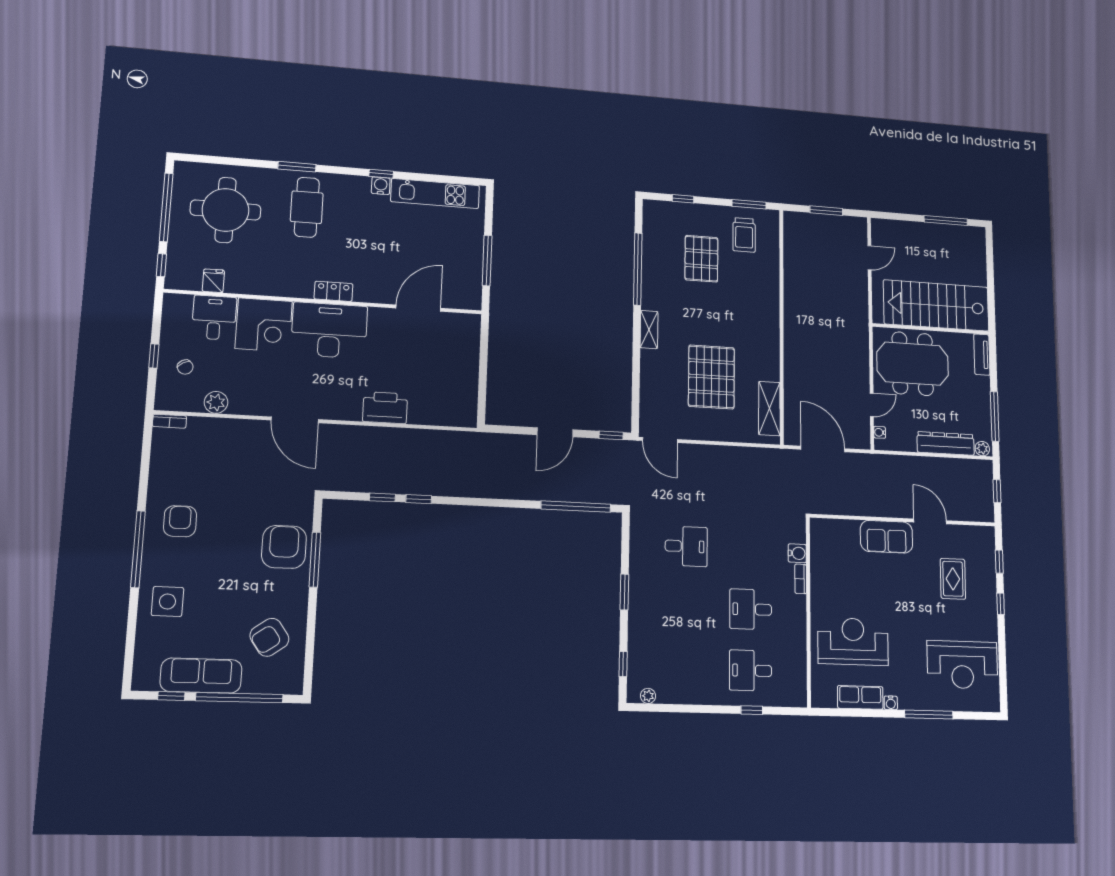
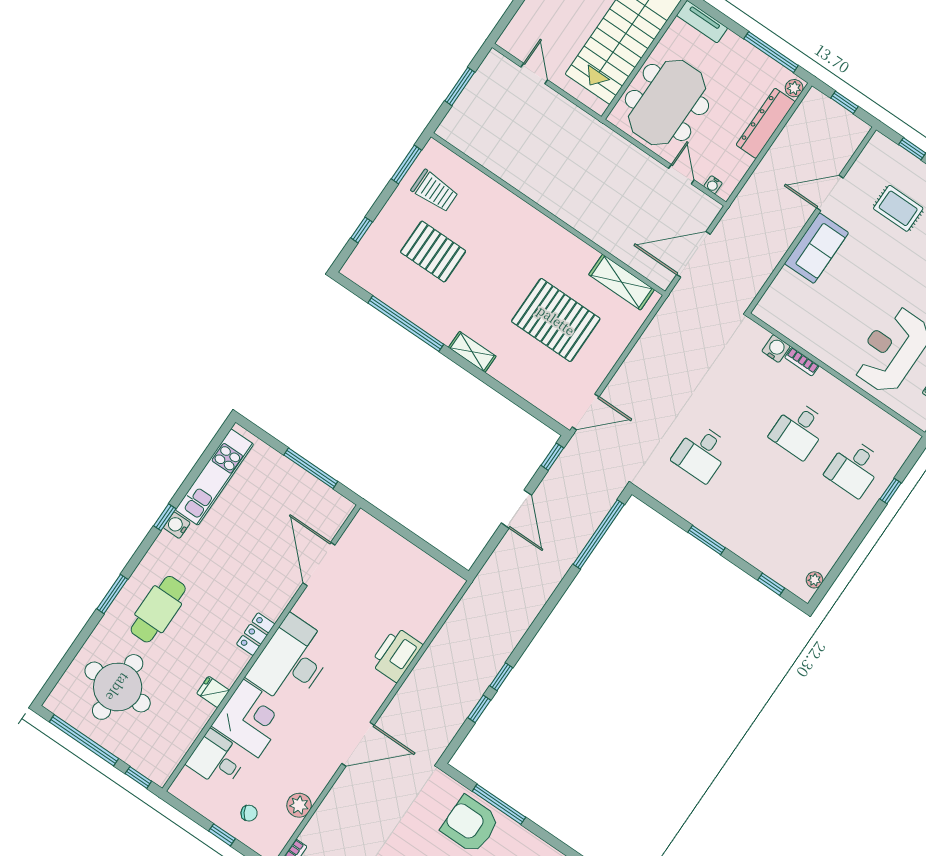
cafe table: (307, 207) -> (158, 609), turned 90
fridge: (213, 281) -> (213, 692), moved
desk: (686, 546) -> (701, 453), turned 180

